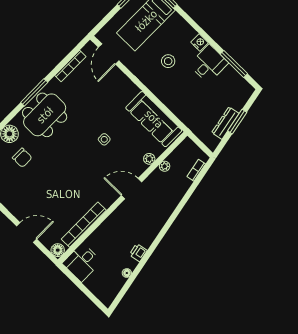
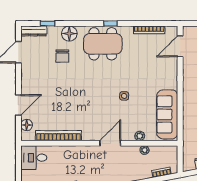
window: (34, 92) -> (110, 23), width x0.46
door: (131, 189) -> (110, 143), hinge flipped
door: (27, 233) -> (18, 105), hinge flipped
floor lamp: (58, 250) -> (27, 125), moved

